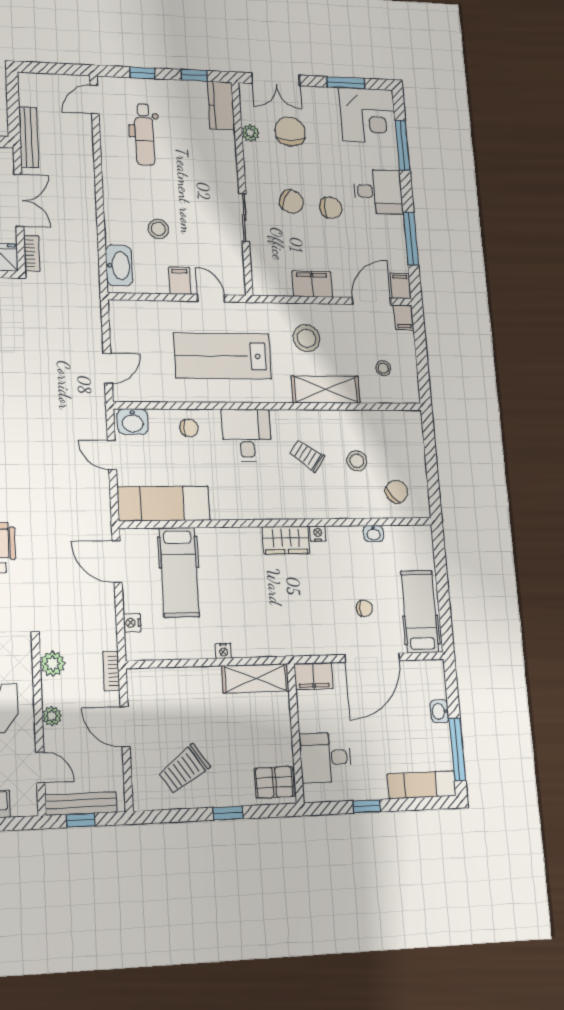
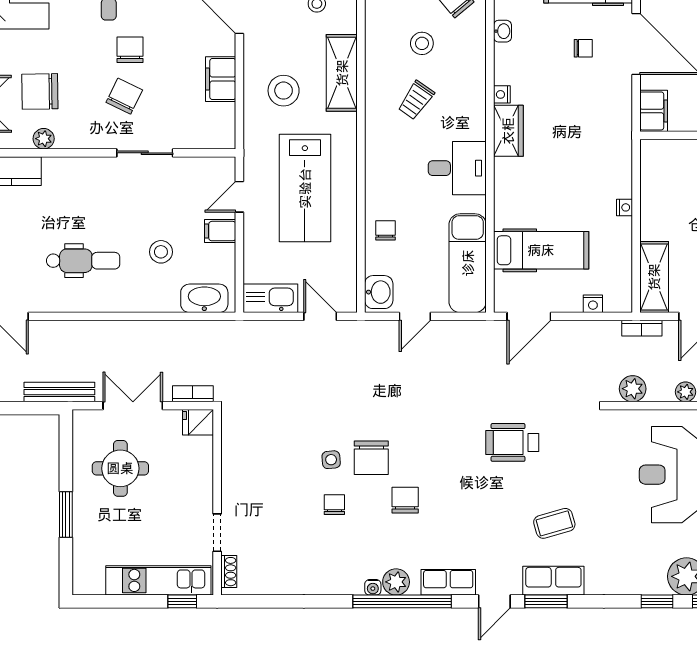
dental chair: (144, 134) -> (83, 261), moved
kitchen sink: (122, 324) -> (270, 298), added
desk: (247, 435) -> (457, 168), moved, turned 180
chair: (364, 608) -> (583, 48), turned 90
shelving: (255, 678) -> (654, 277), moved

